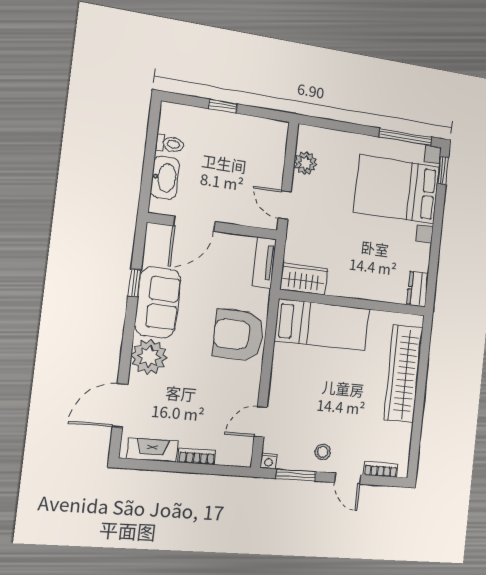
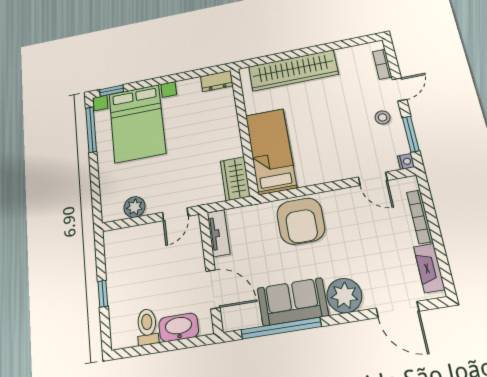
toilet: (170, 144) -> (147, 327), width x1.37, depth x1.39
tv unit: (264, 263) -> (218, 233), moved, turned -90
window: (134, 283) -> (281, 328), width x3.17
bookcase: (197, 456) -> (420, 217), width x1.56

